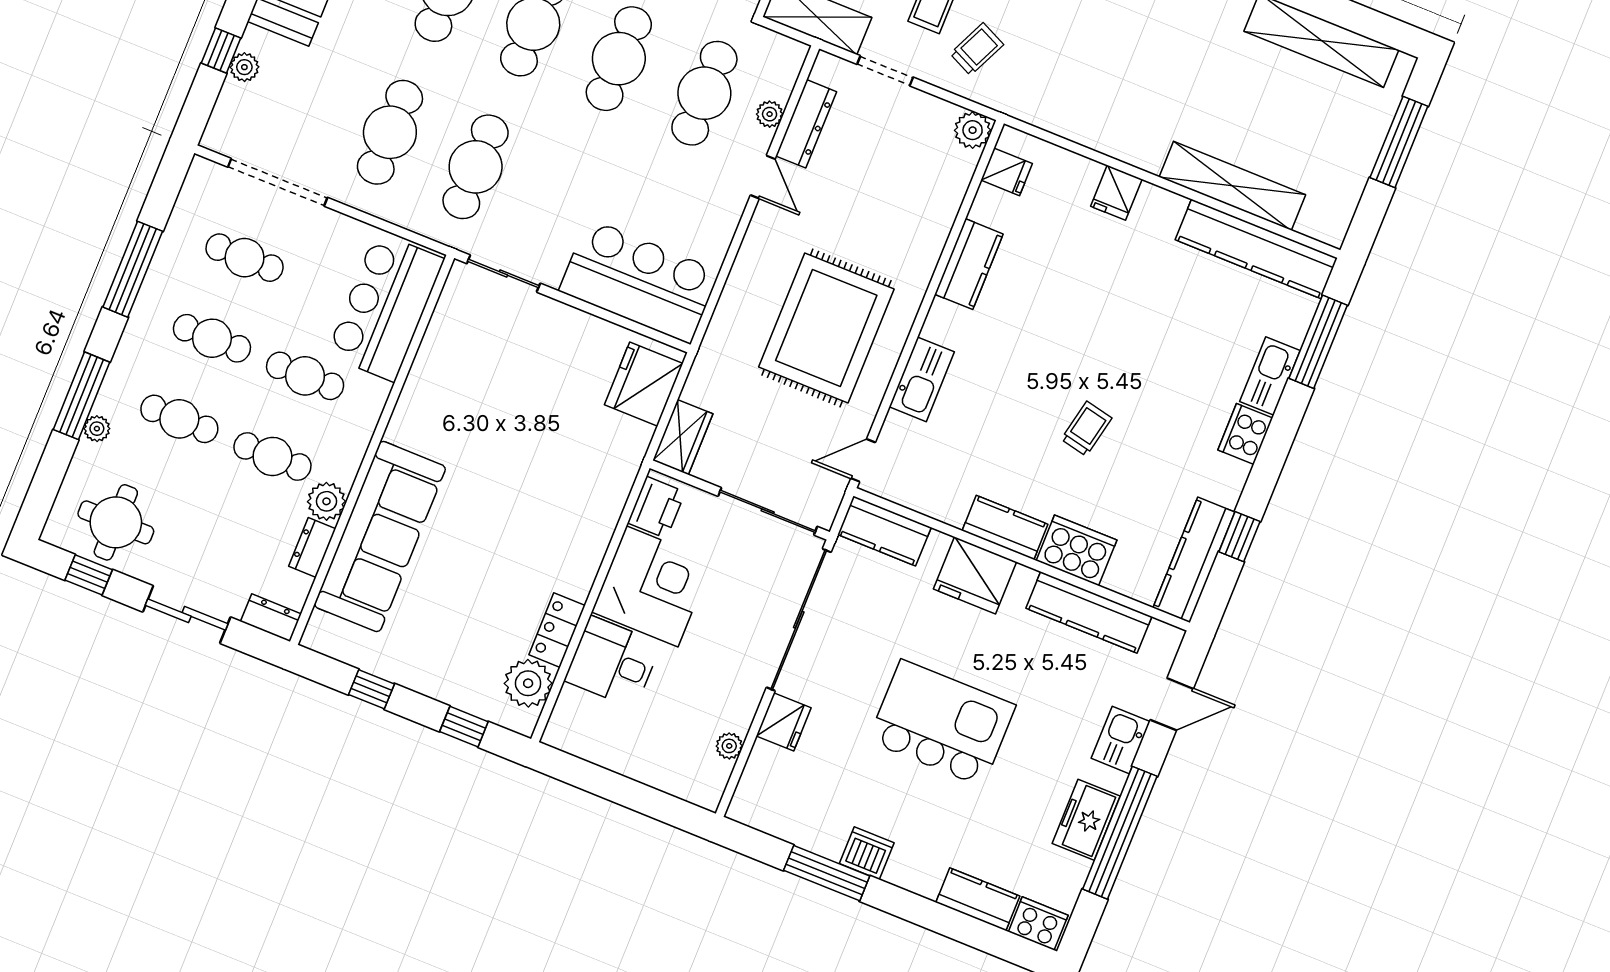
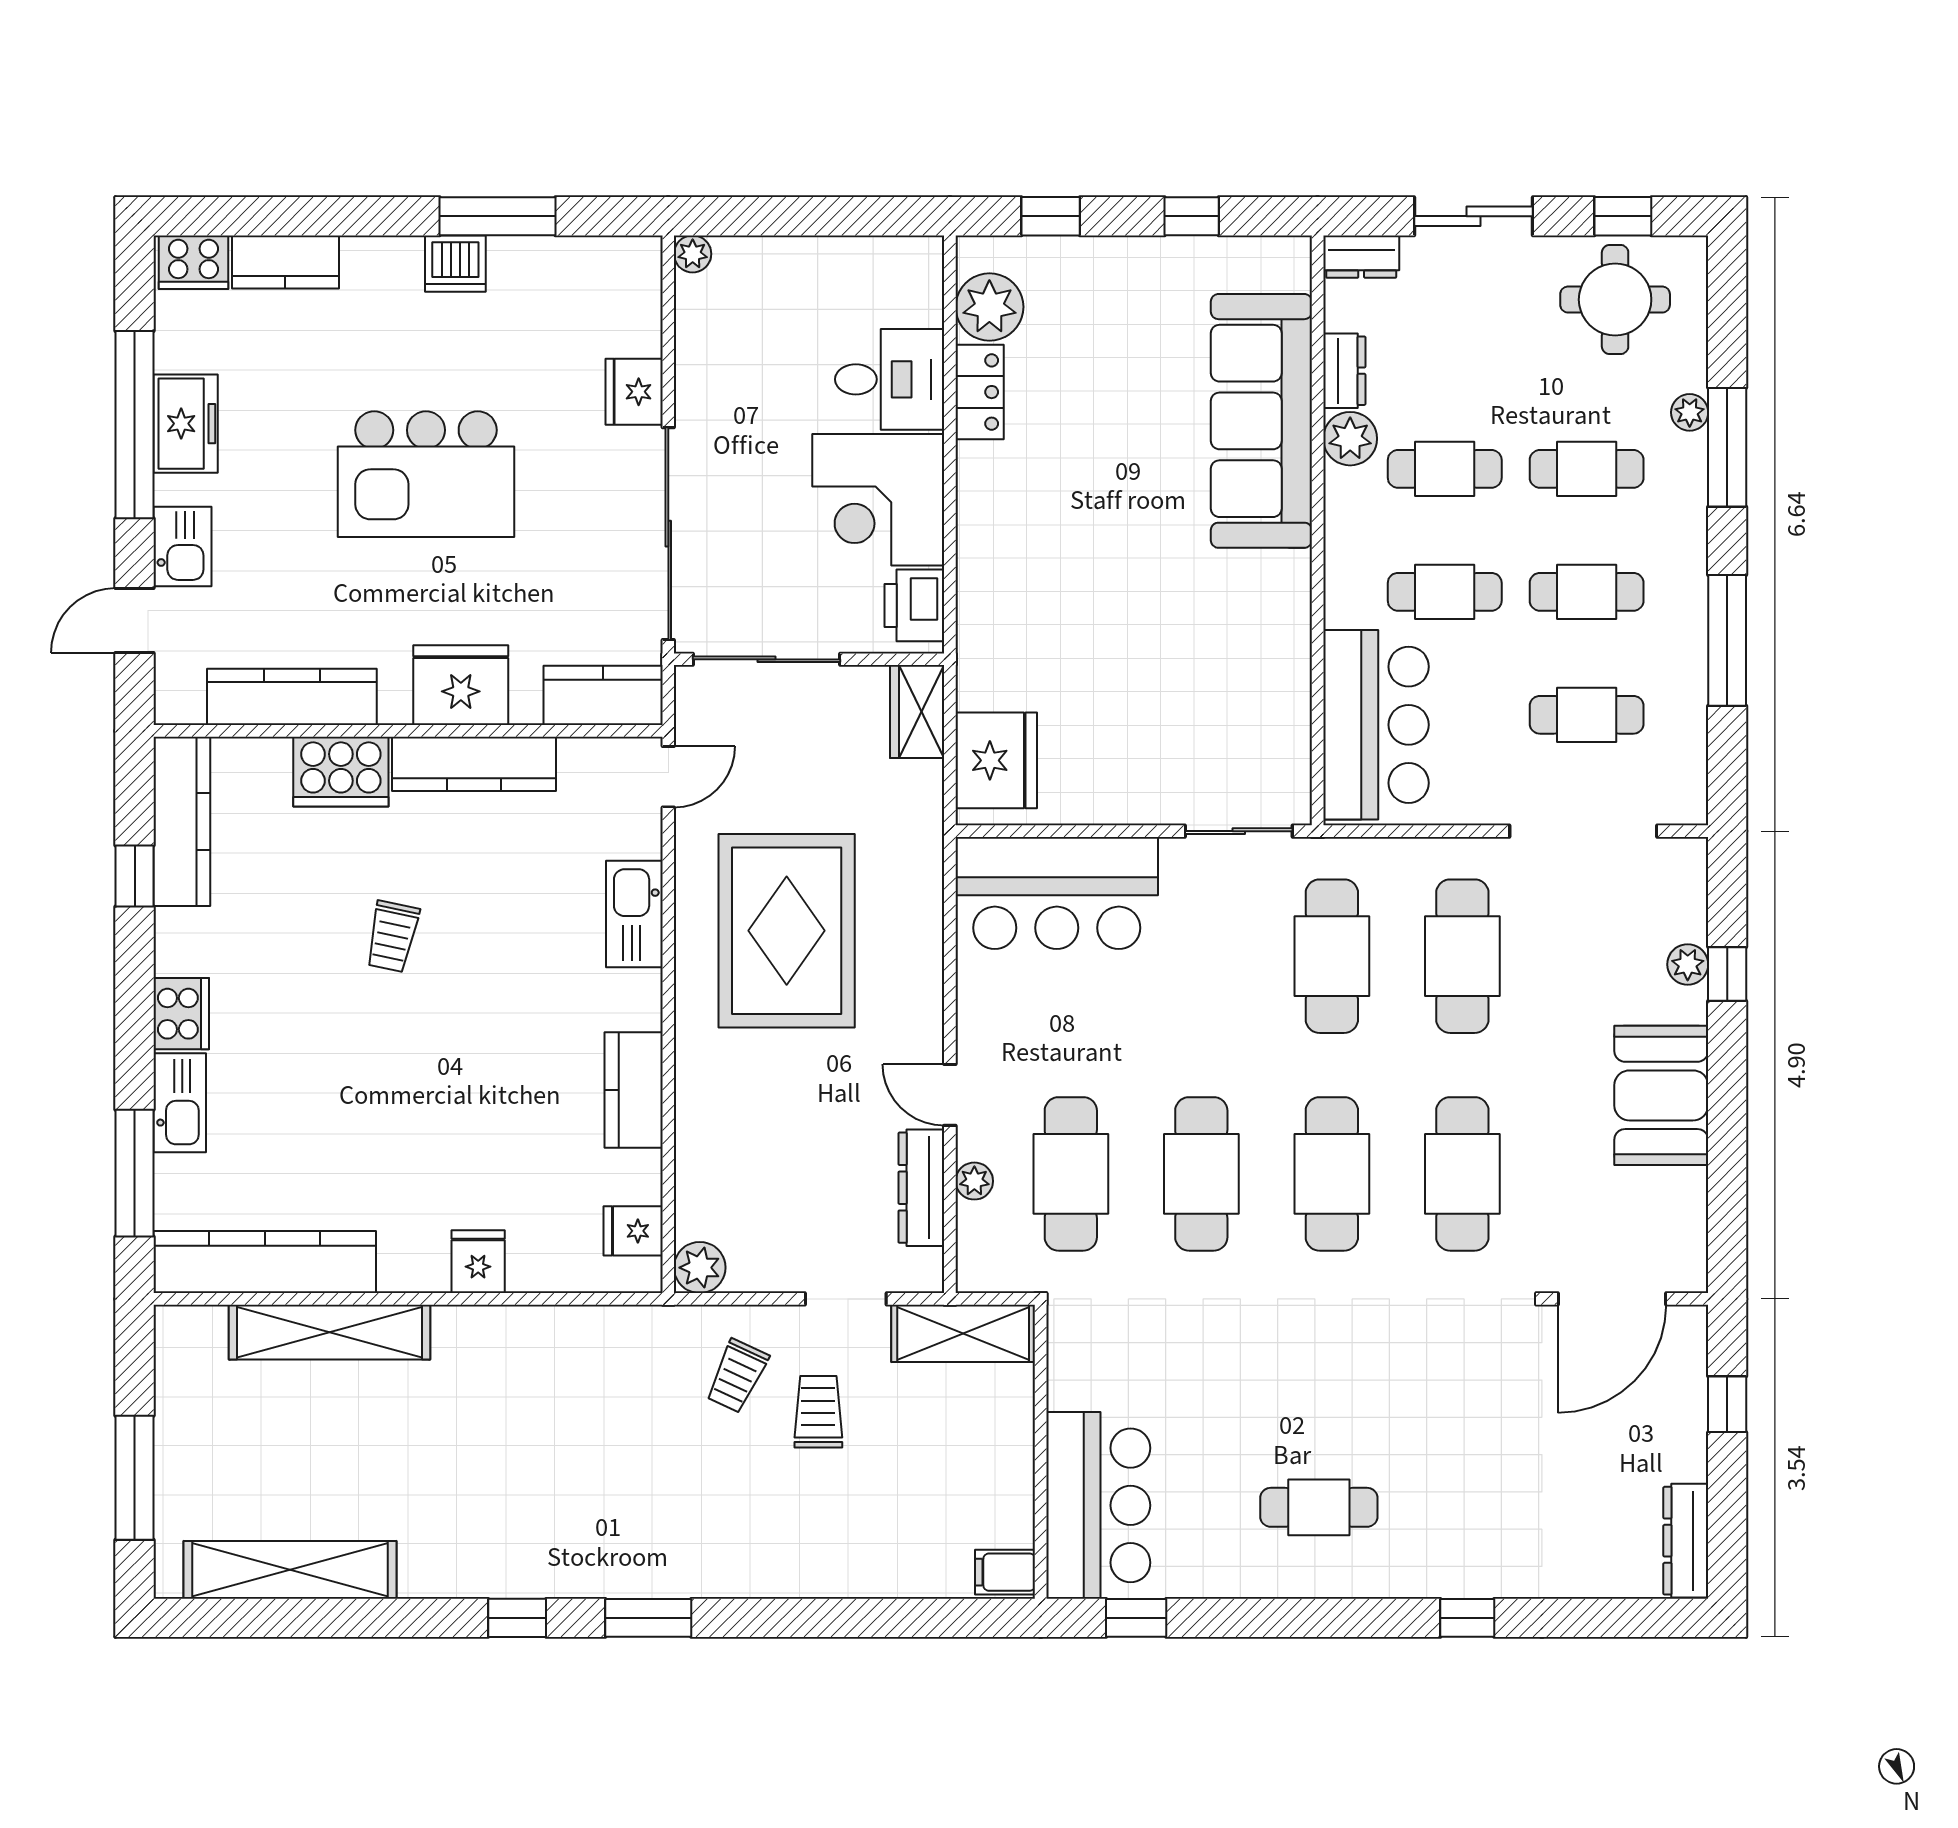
kitchen counter: (1005, 527) -> (474, 764), width x1.50
plant: (729, 746) -> (693, 254), moved

